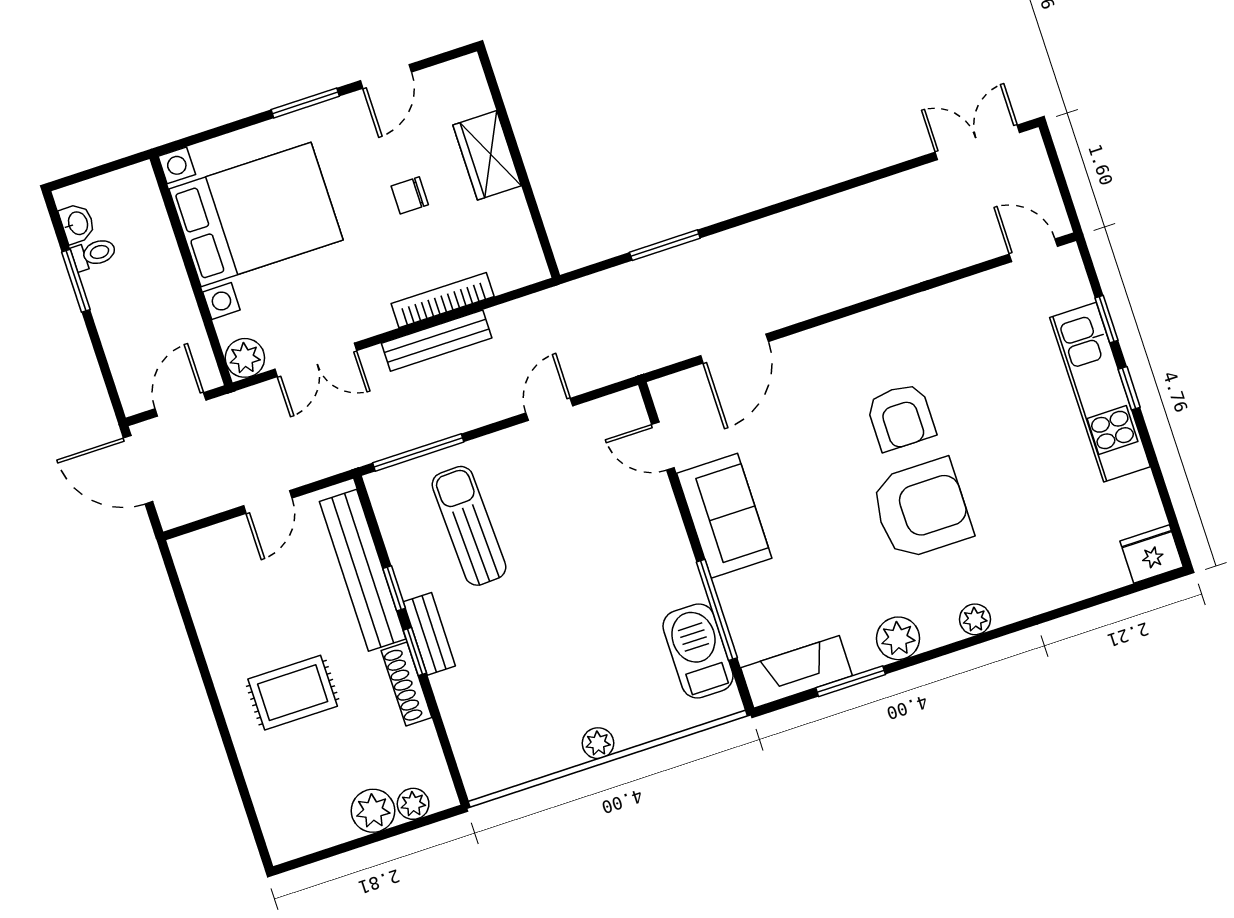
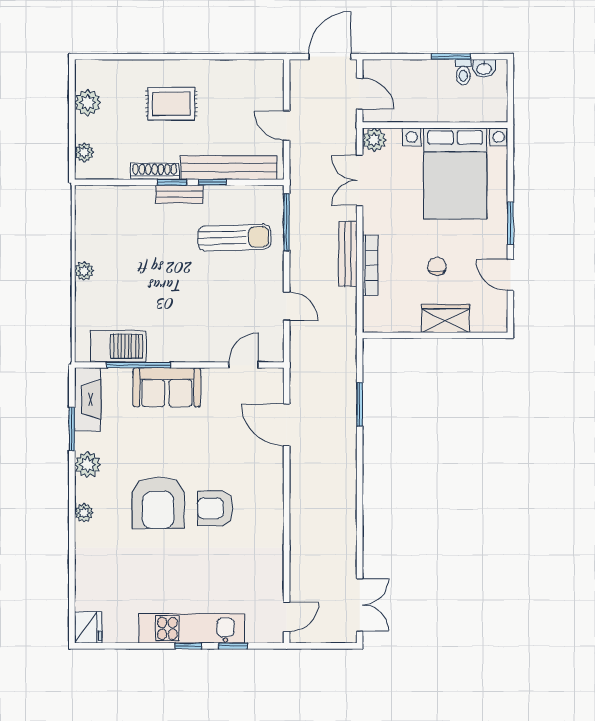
sofa: (724, 516) -> (167, 387), moved
rug: (293, 693) -> (171, 104), turned 90
plant: (373, 811) -> (88, 103), moved

